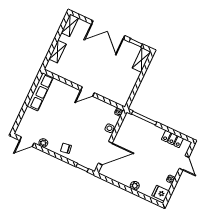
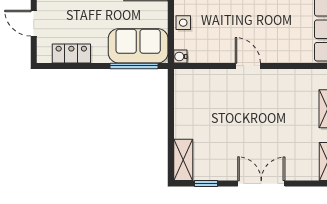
double door: (108, 30) -> (261, 184), width x0.73
door: (87, 92) -> (248, 66), hinge flipped
sofa: (137, 127) -> (138, 46), added

